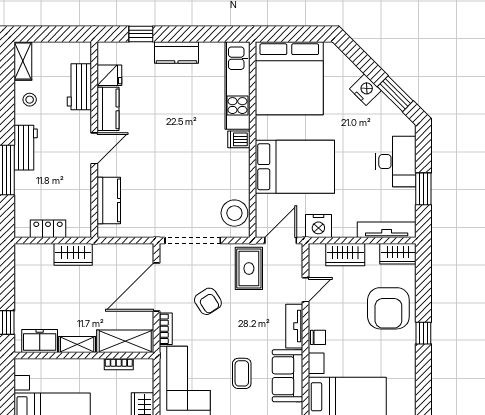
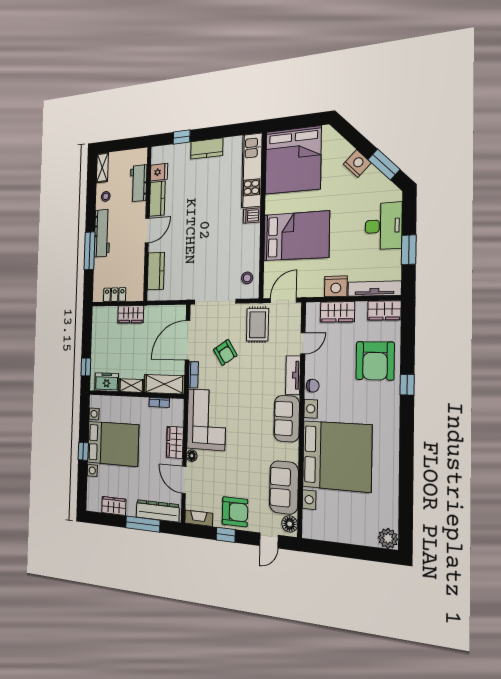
workbench: (26, 148) -> (102, 233), width x1.38
stool: (234, 213) -> (247, 278), width x0.53, depth x0.53
nightstand: (318, 226) -> (336, 286), moved
coffee table: (242, 373) -> (250, 415), removed

